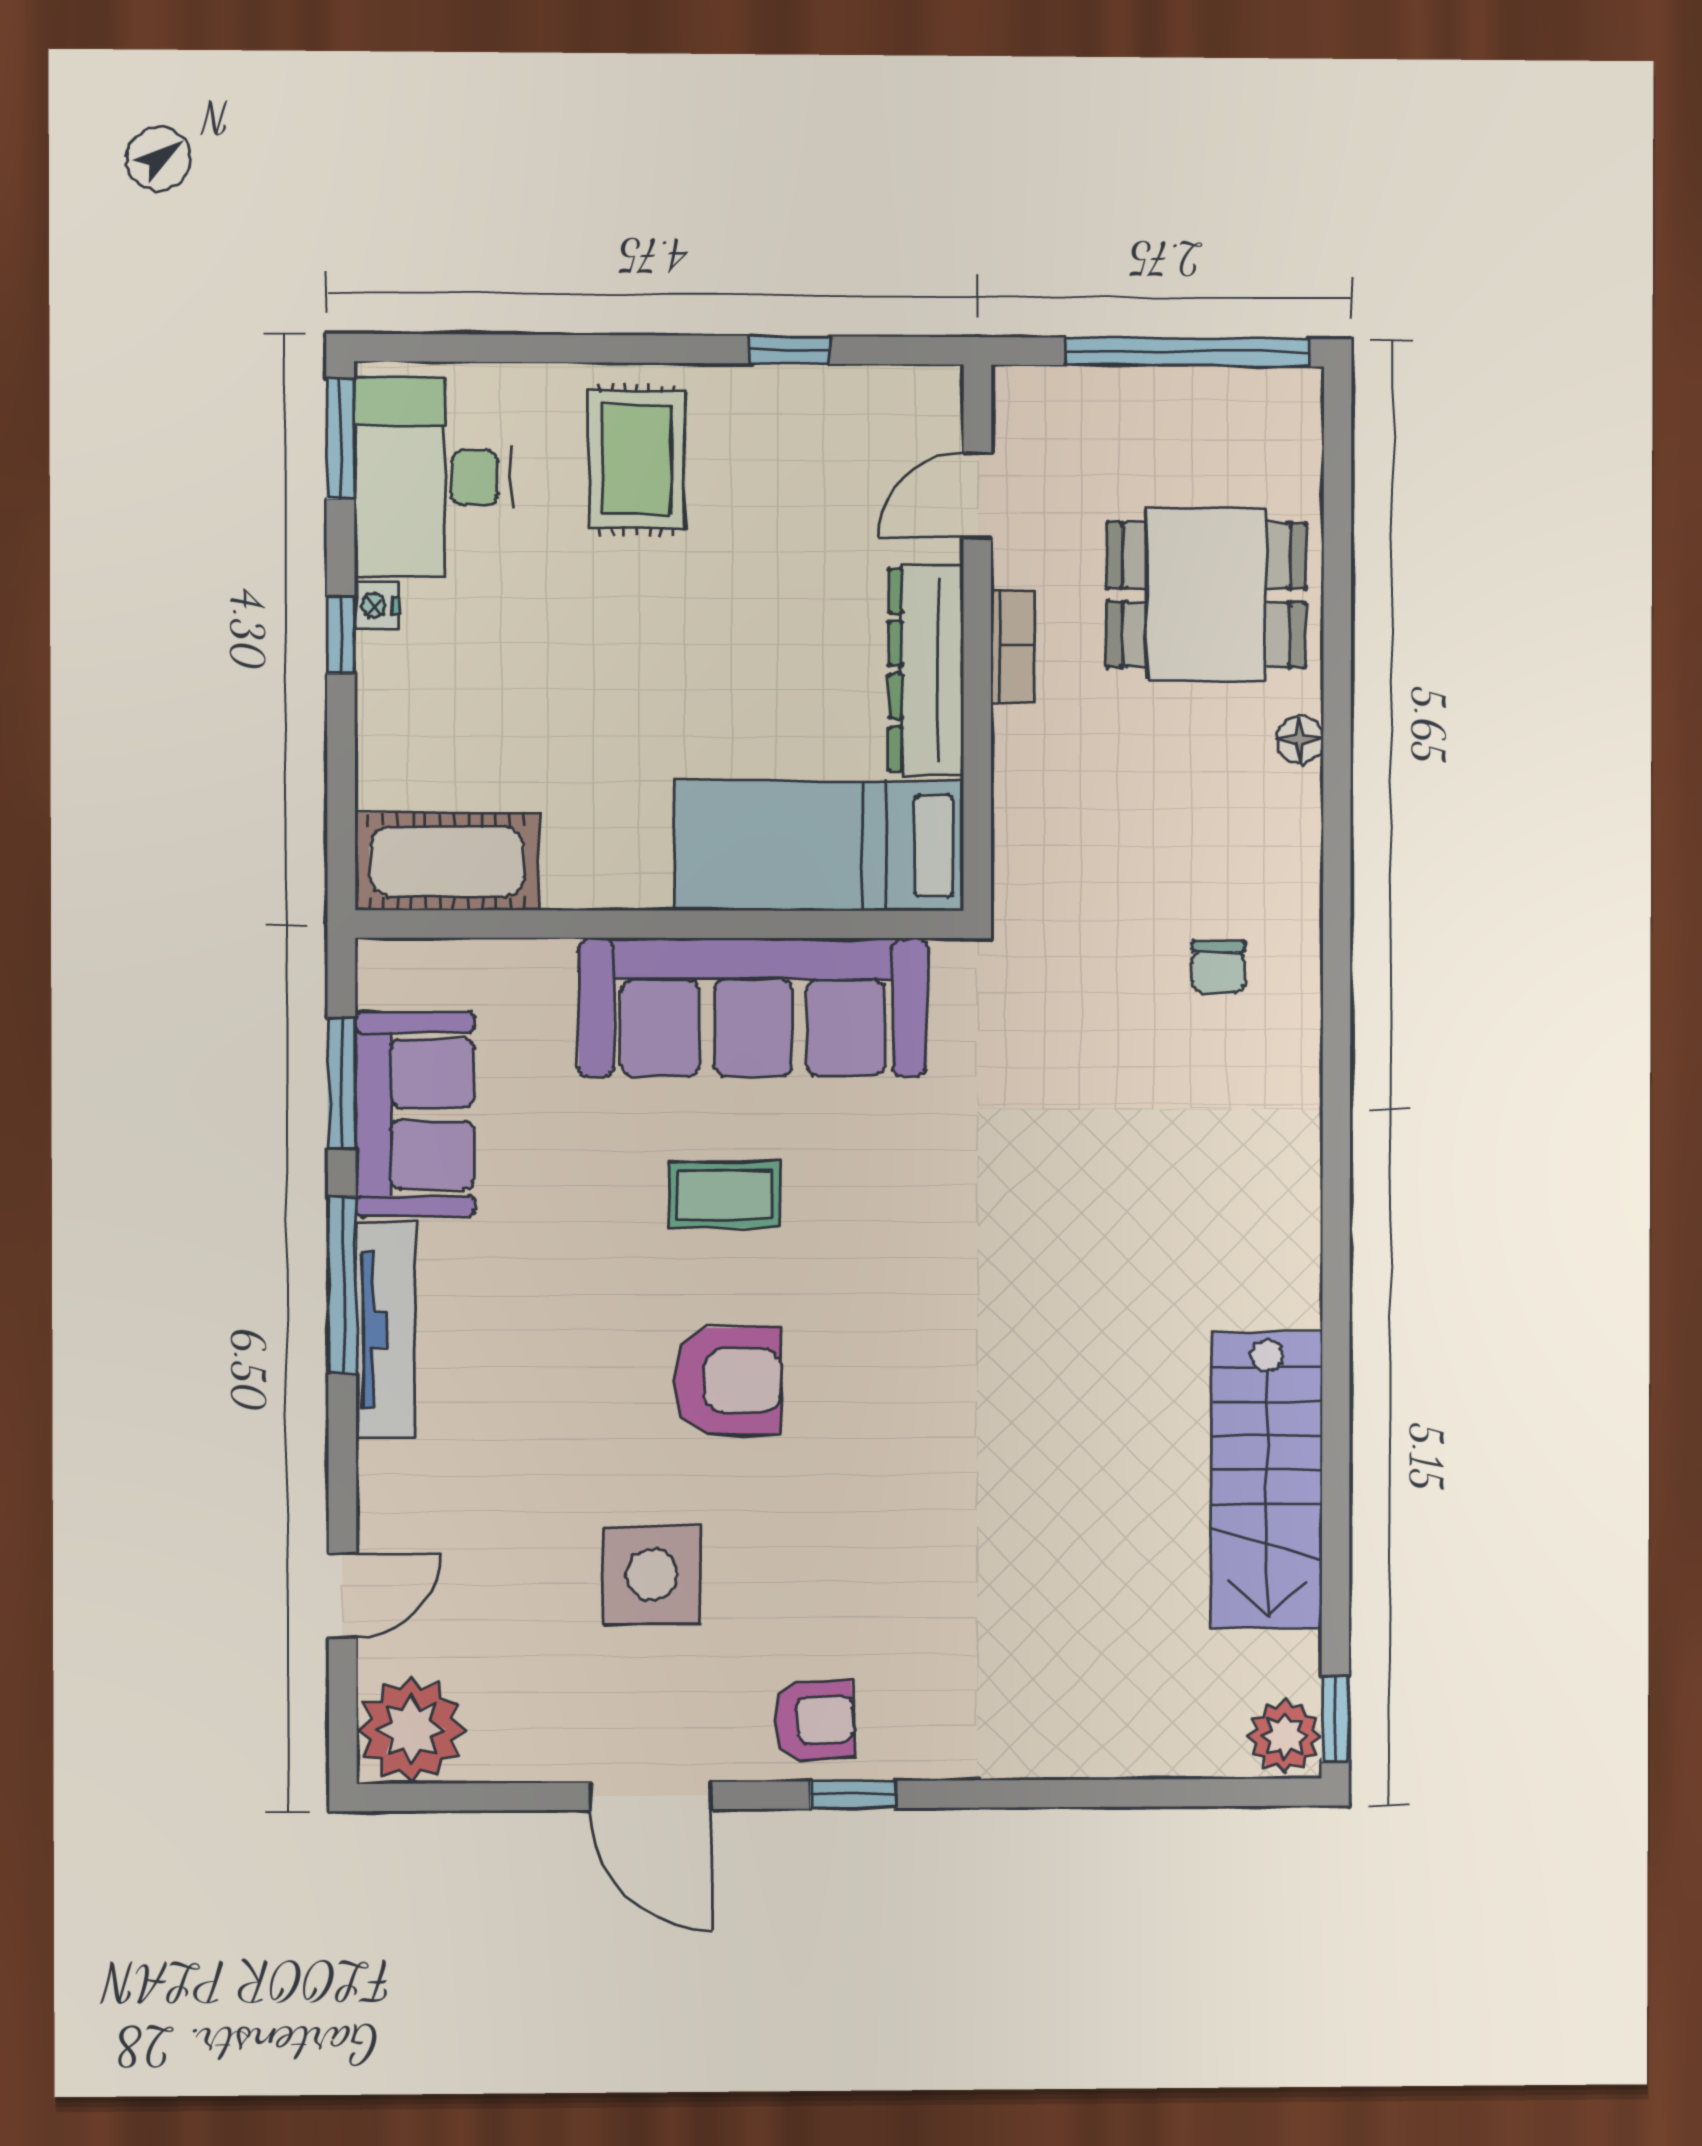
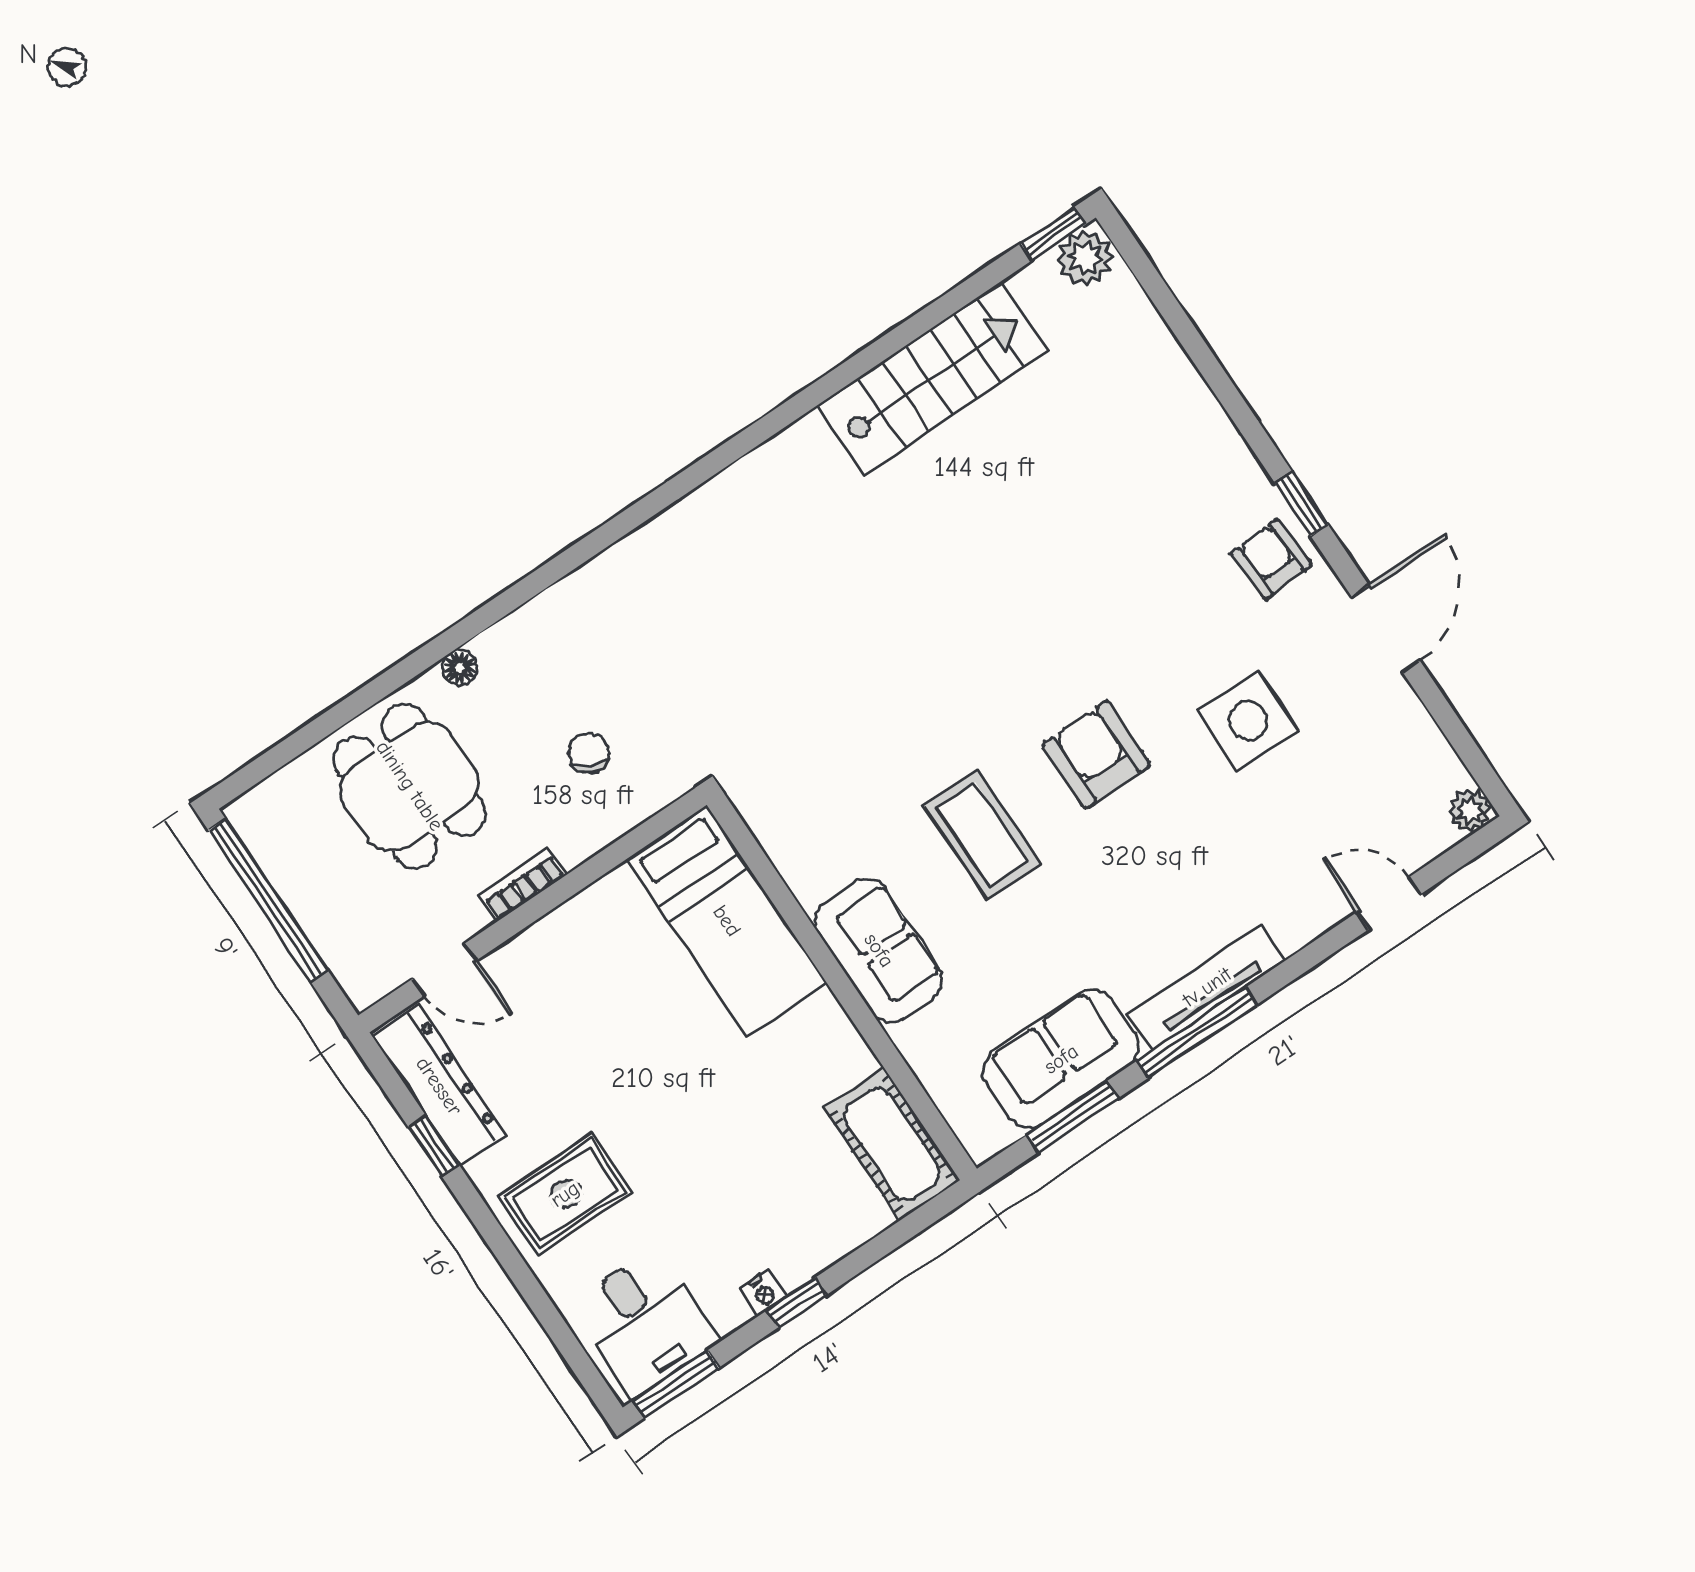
desk: (432, 477) -> (645, 1323), width x0.73
dresser: (926, 670) -> (439, 1086), moved, turned -90
chair: (1219, 967) -> (588, 753), moved, turned -65
sofa: (753, 1007) -> (879, 950), width x0.54, depth x0.79
coffee table: (724, 1195) -> (982, 835), width x1.36, depth x1.30
plant: (411, 1730) -> (1470, 810), width x0.53, depth x0.53

